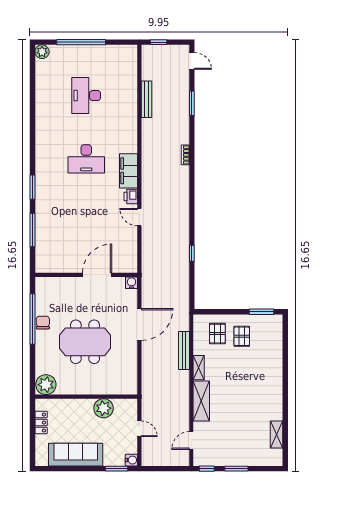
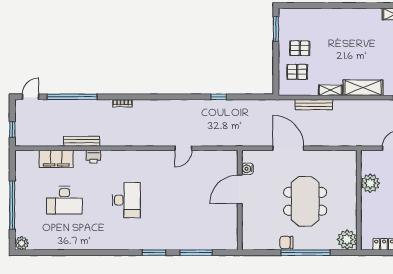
bench: (146, 99) -> (82, 141), moved
window: (192, 103) -> (72, 97), width x2.11
filing cabinet: (128, 171) -> (56, 159), moved
printer: (131, 196) -> (93, 157), moved
door: (97, 275) -> (240, 189), hinge flipped
water cooler: (131, 283) -> (247, 169), moved
window: (32, 319) -> (305, 253), moved

